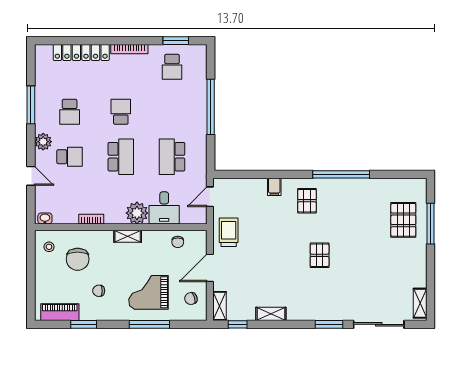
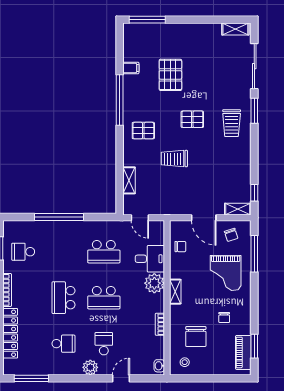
school desk: (172, 67) -> (23, 252), turned 180
window: (31, 105) -> (31, 378), moved
school desk: (121, 112) -> (63, 298), width x1.85
school desk: (121, 157) -> (104, 298), turned 180
filing cabinet: (274, 187) -> (131, 68), moved
pallet: (403, 220) -> (170, 75), moved, turned 90
window: (431, 224) -> (147, 20), moved
trolley: (229, 232) -> (174, 159), moved
chair: (78, 259) -> (196, 336), turned 90
trolley: (315, 299) -> (232, 123), added
shelving: (271, 314) -> (129, 180), moved
window: (84, 324) -> (254, 346), moved
window: (149, 324) -> (254, 254), moved

